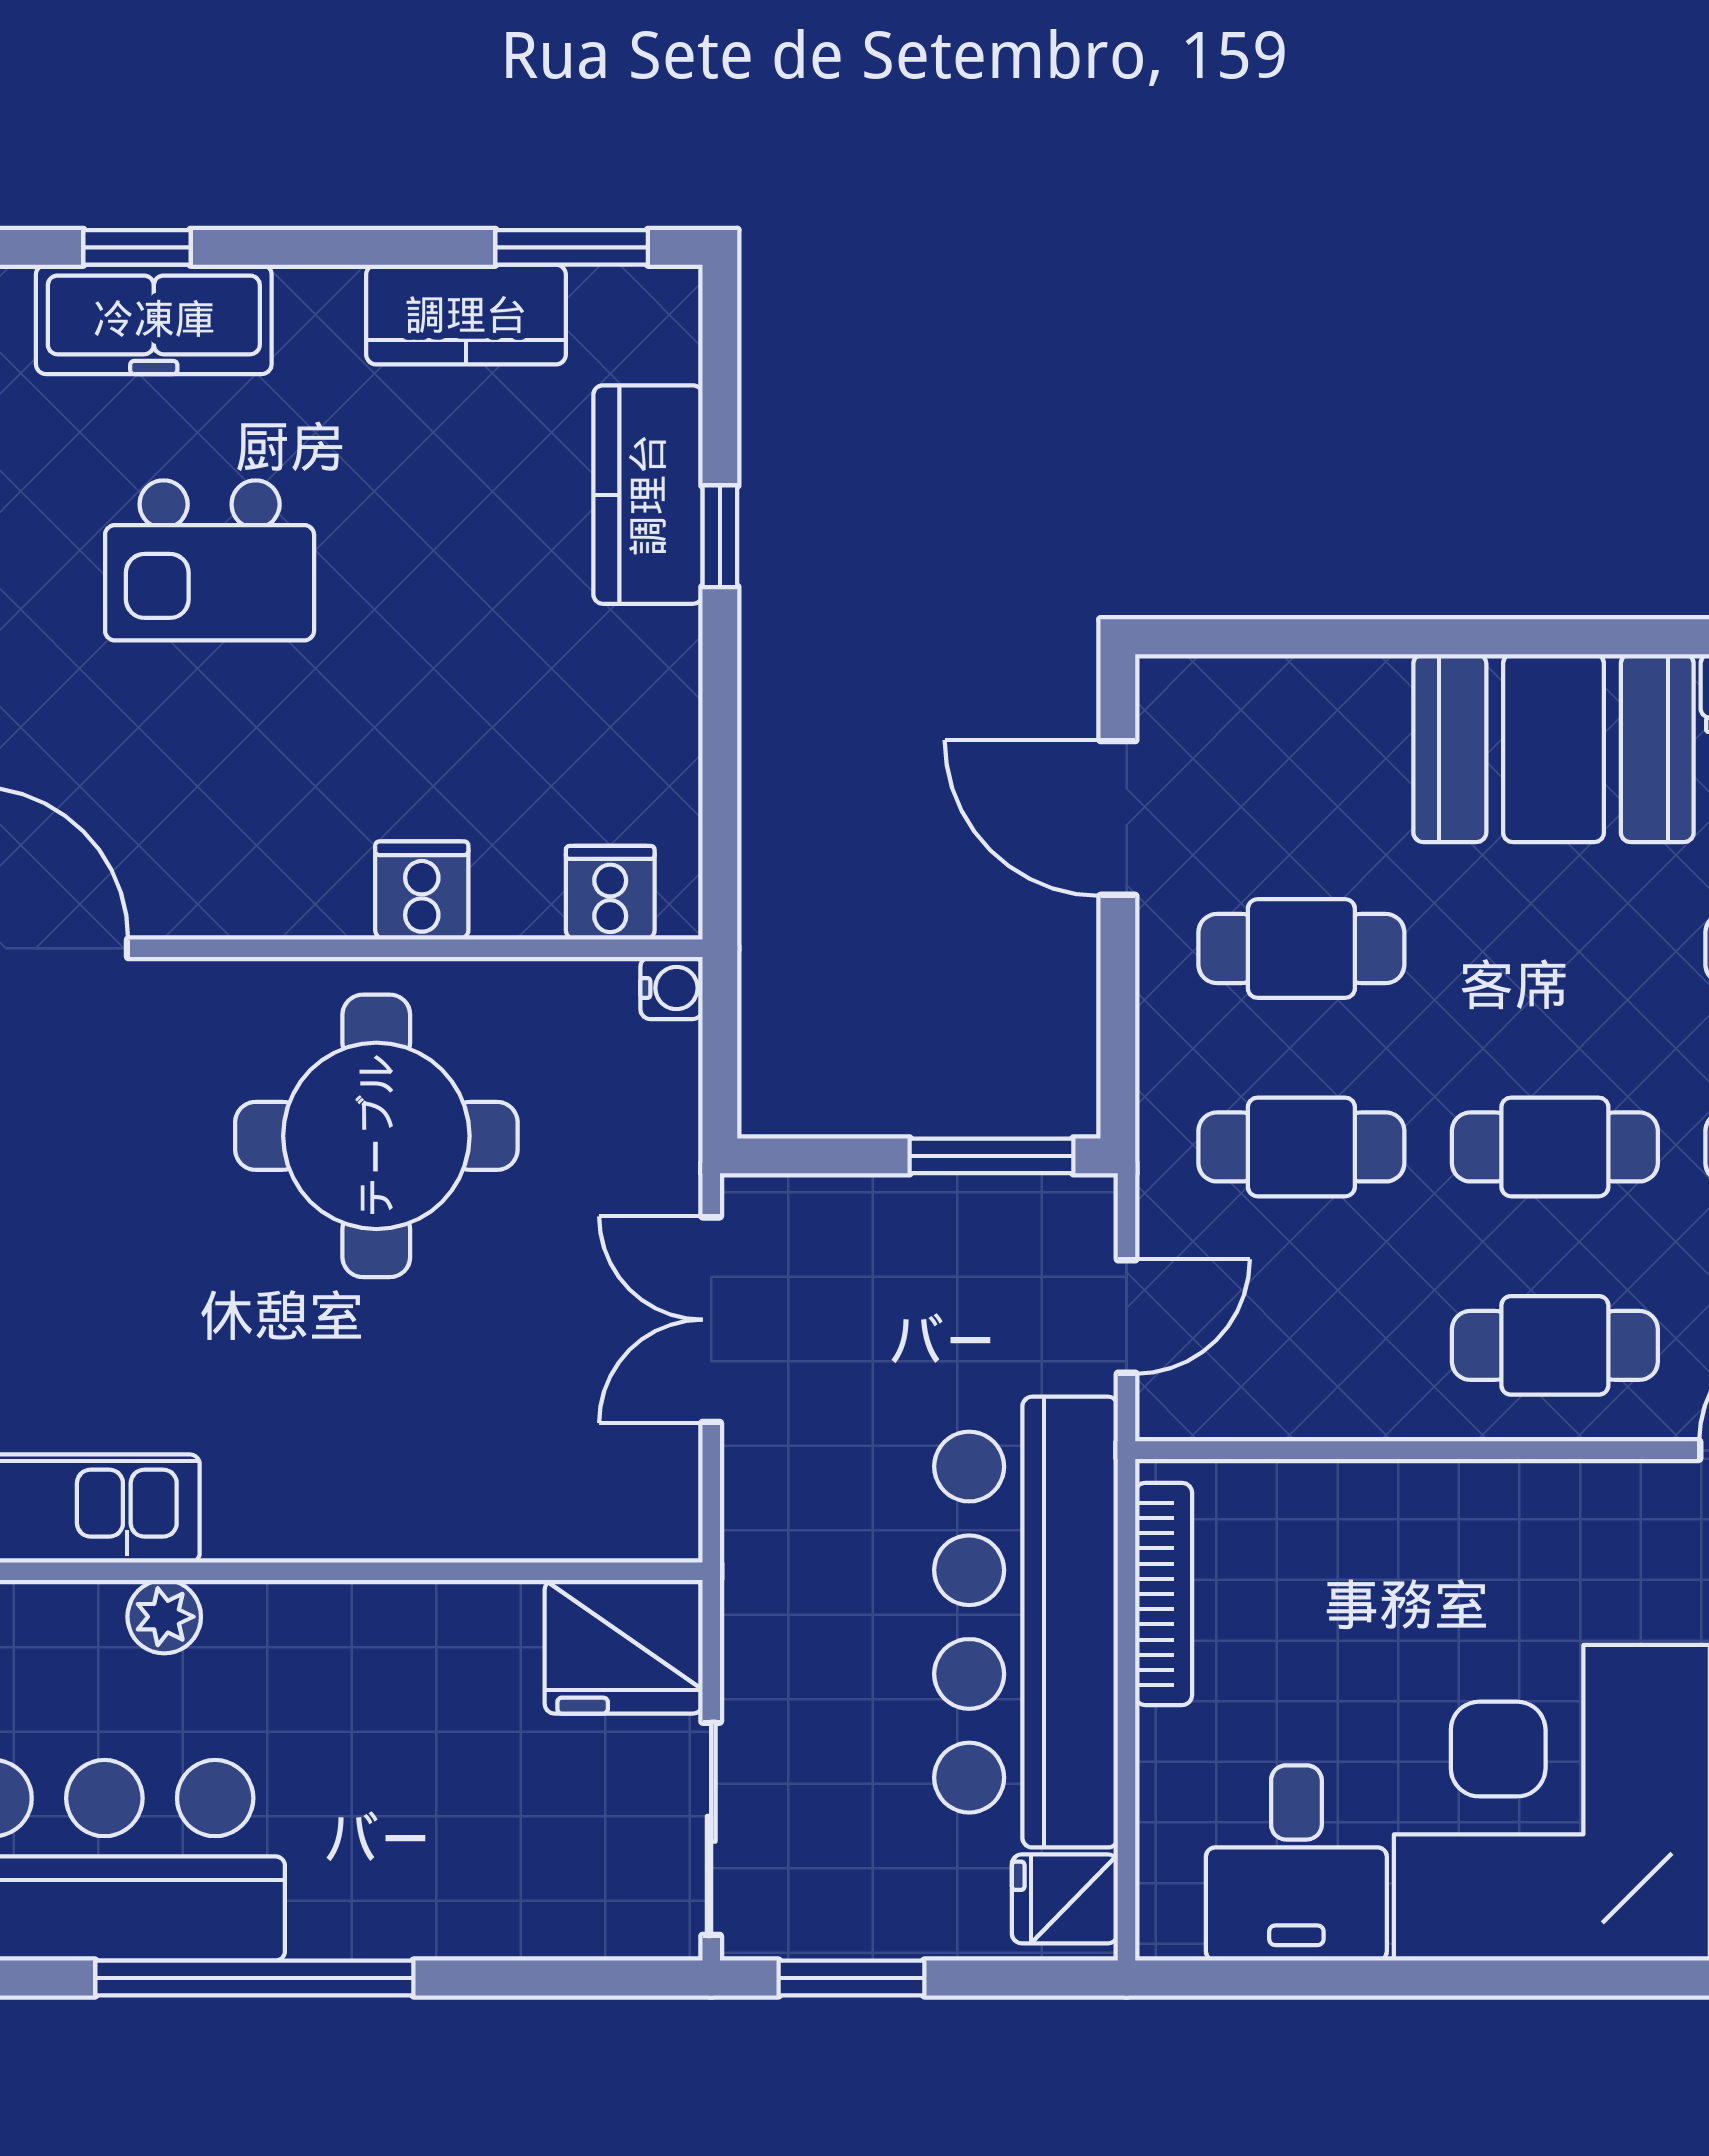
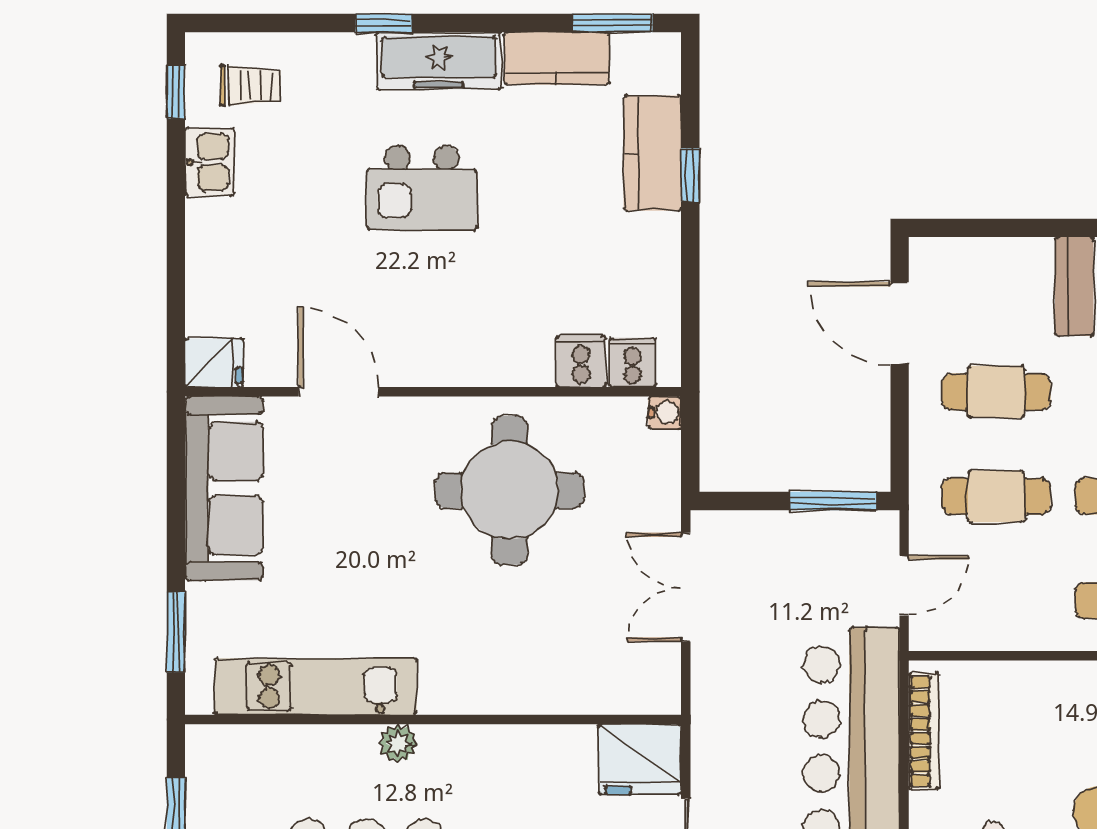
freezer: (154, 319) -> (439, 61), moved
cooker: (422, 890) -> (581, 361), moved

